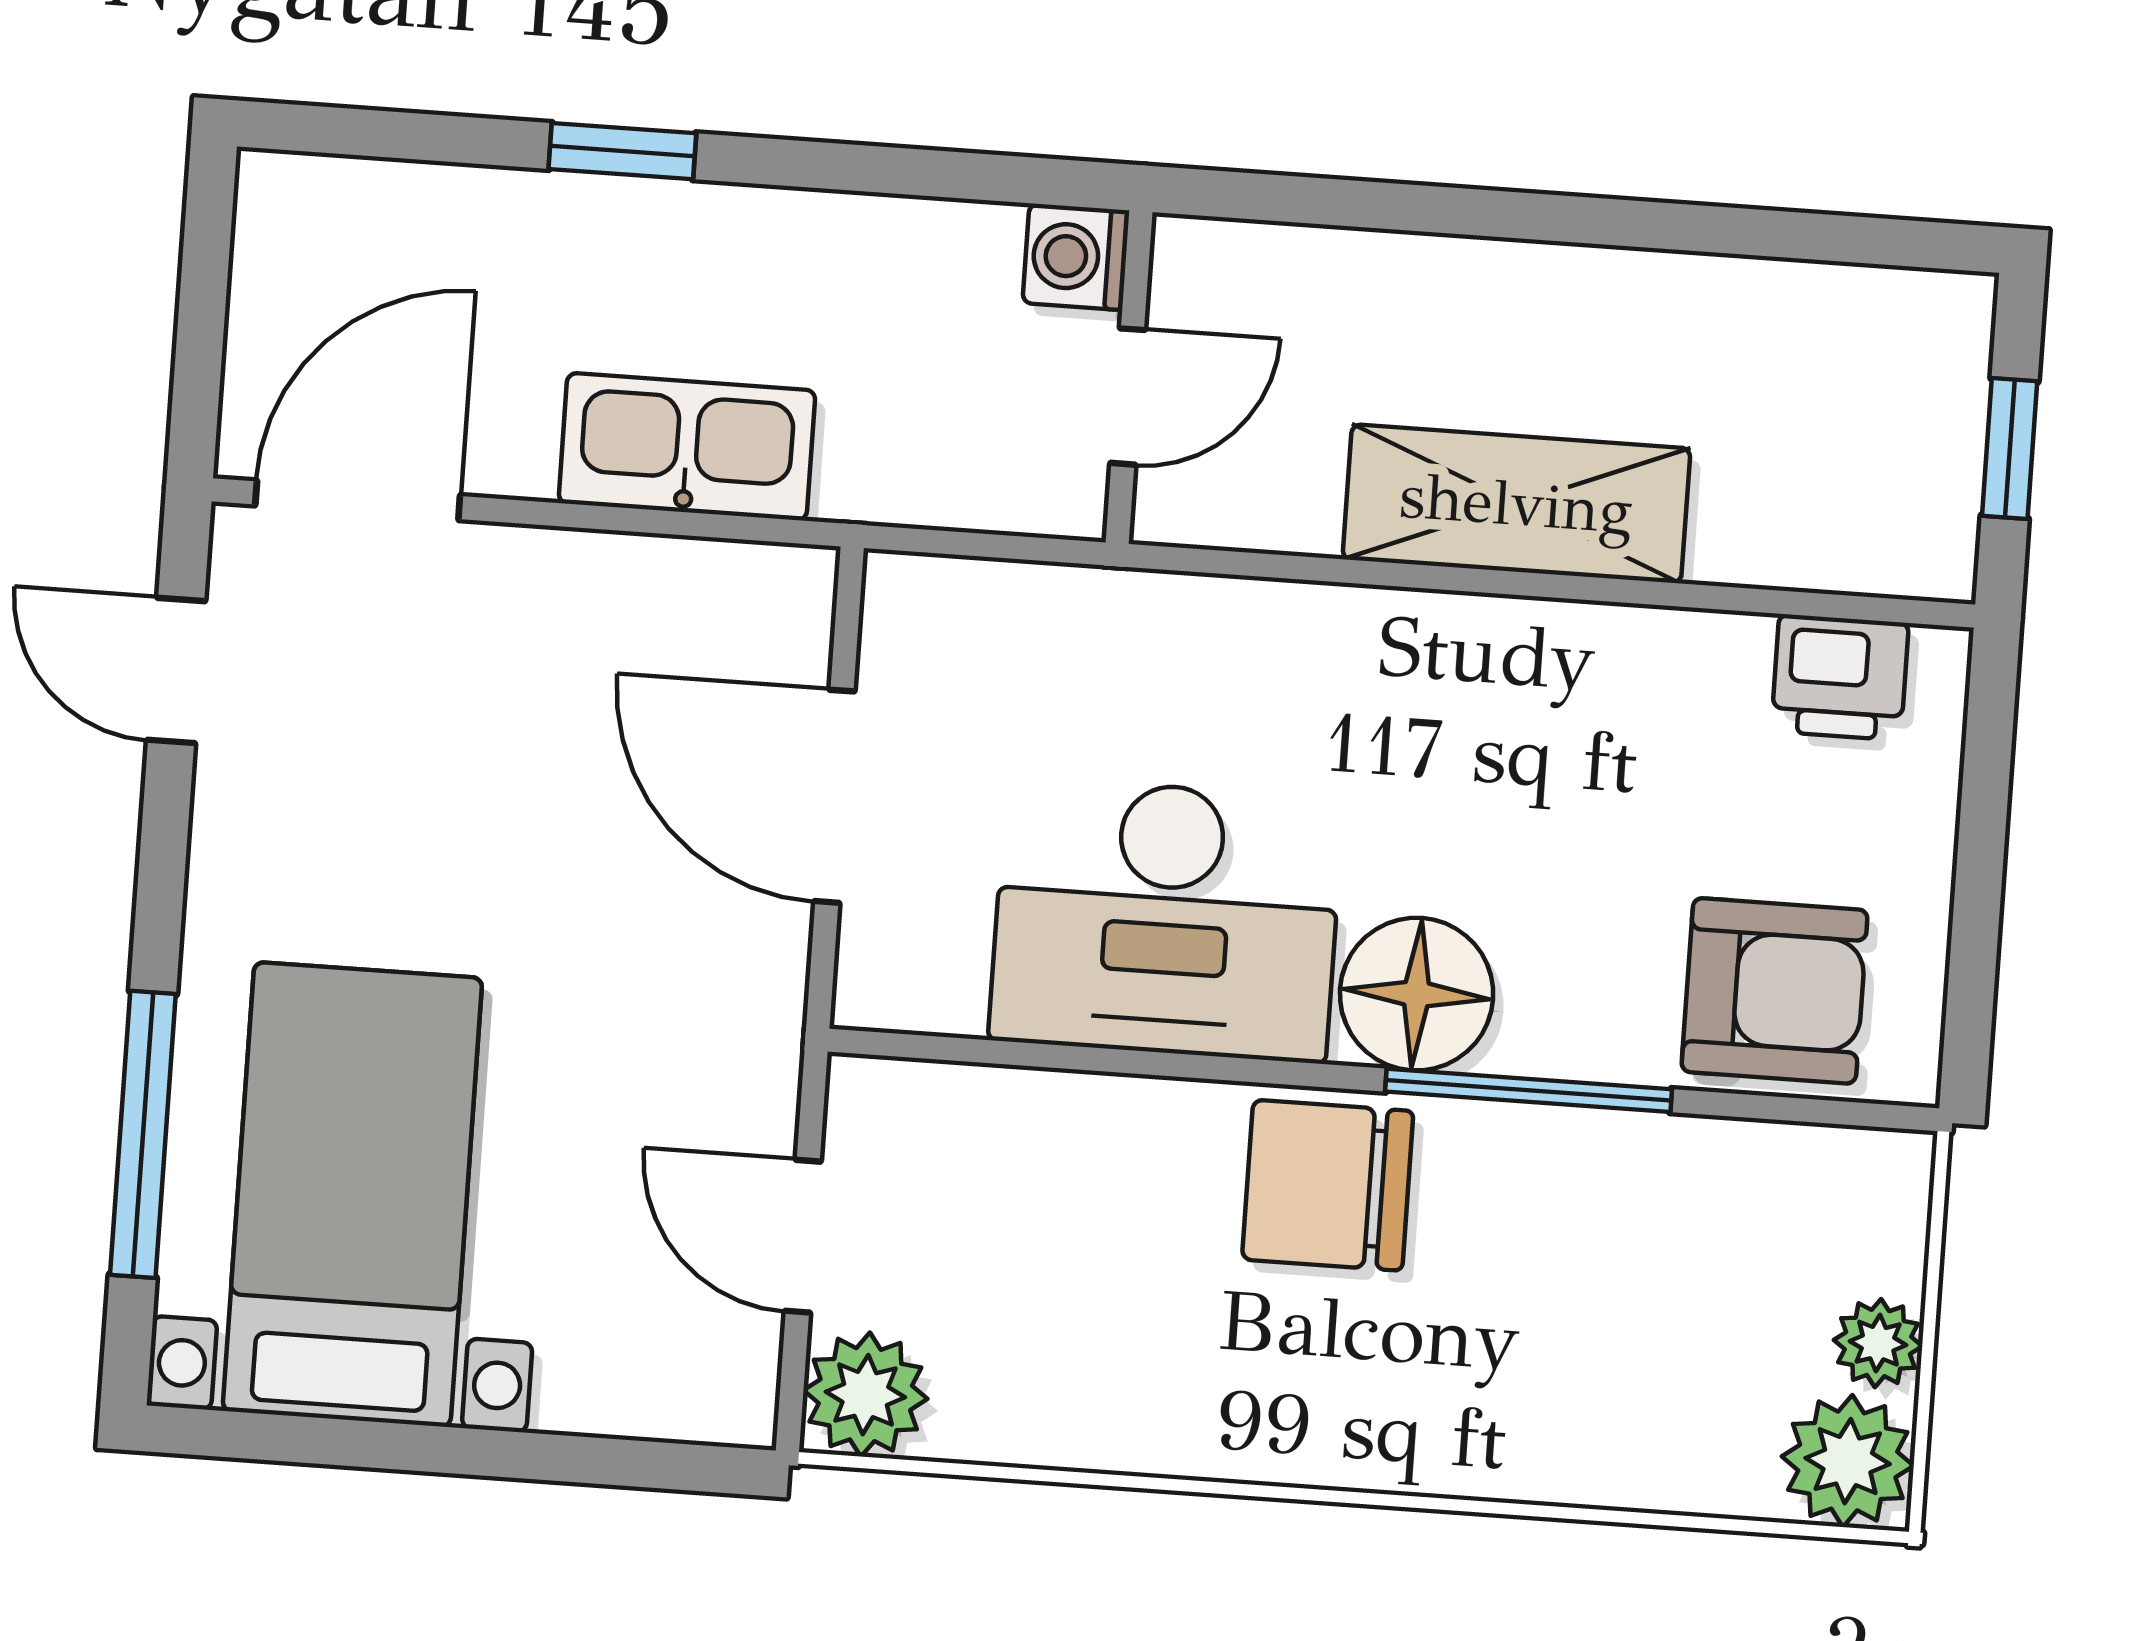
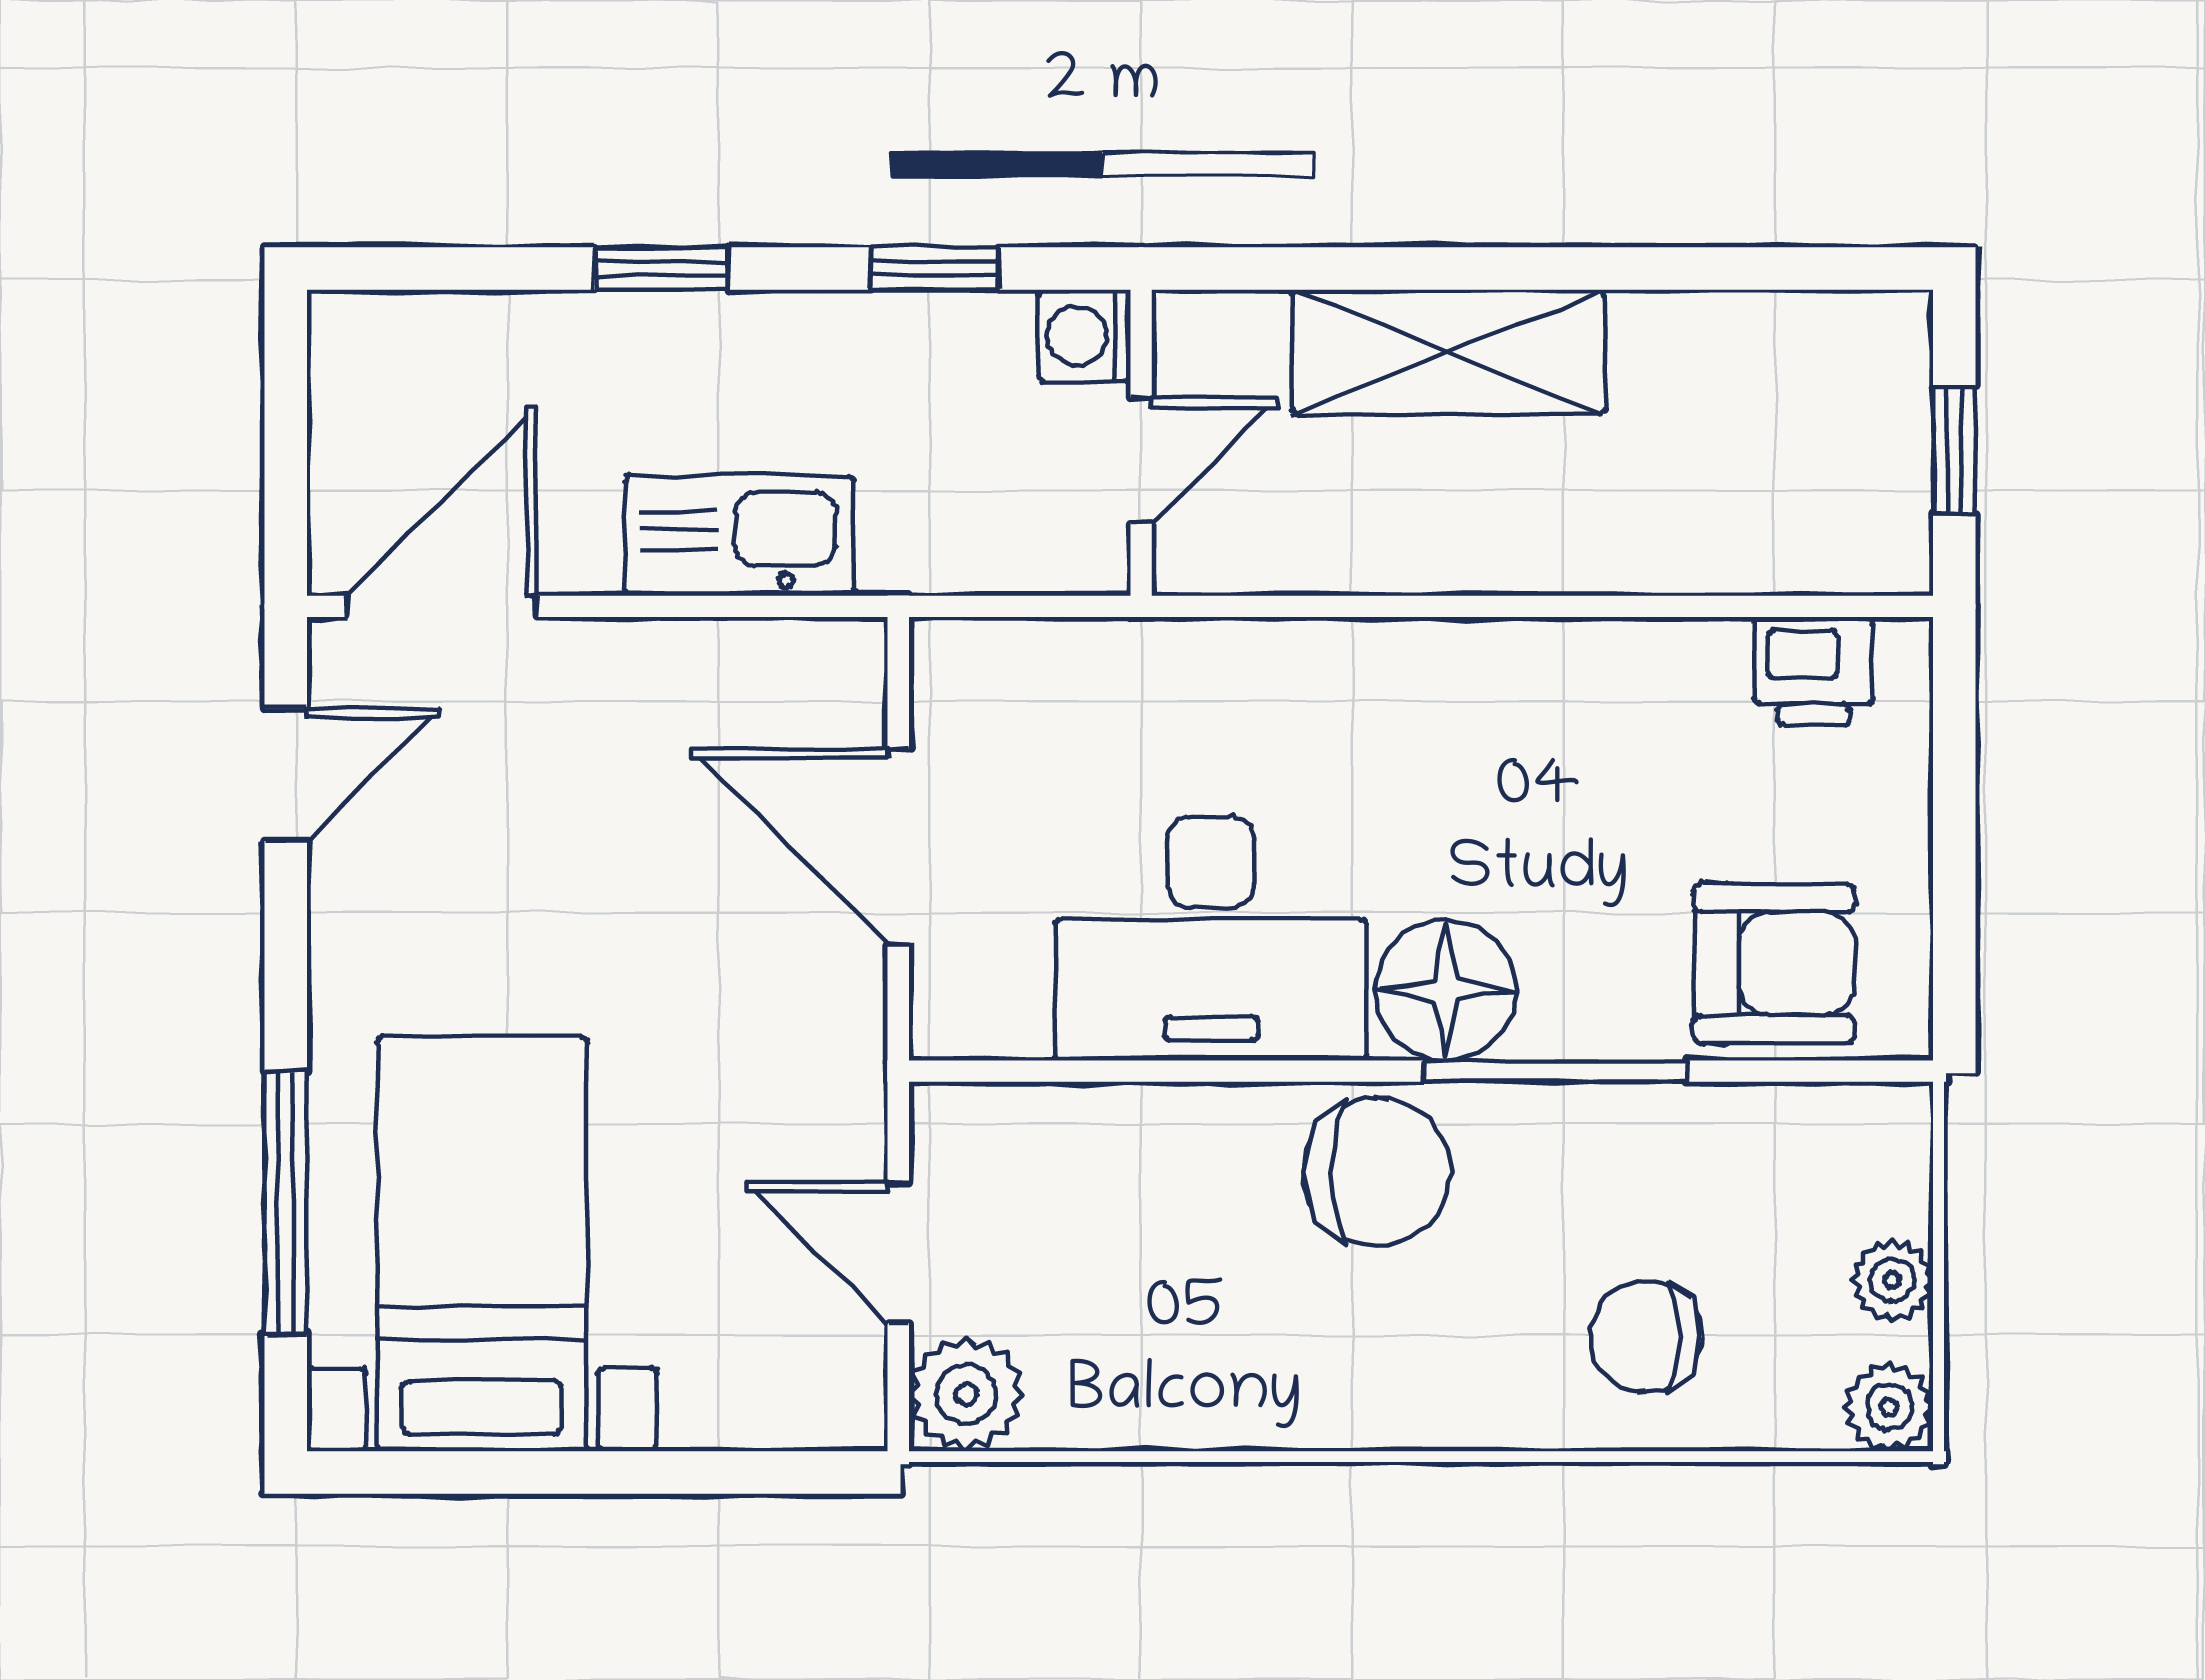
window: (919, 172) -> (935, 268), added
shelving: (1516, 504) -> (1448, 352), moved
door: (176, 670) -> (286, 775), swing flipped
chair: (1328, 1185) -> (1377, 1171), turned 180
chair: (1606, 1385) -> (1646, 1336), added
plant: (1848, 1461) -> (1889, 1407), width x0.73, depth x0.73

